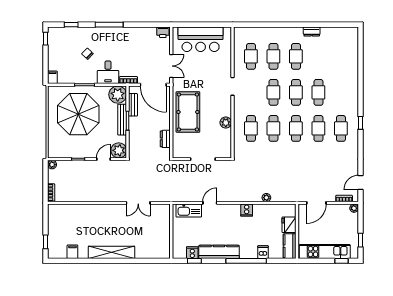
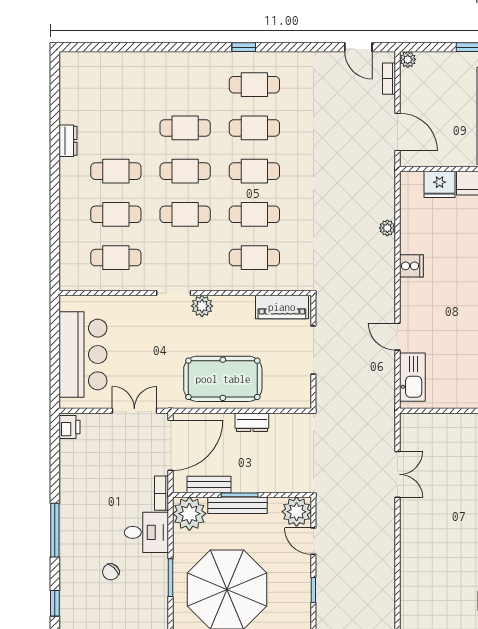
plant: (226, 123) -> (202, 306), moved
dresser: (165, 139) -> (252, 422), moved
piano: (225, 143) -> (282, 307), added

